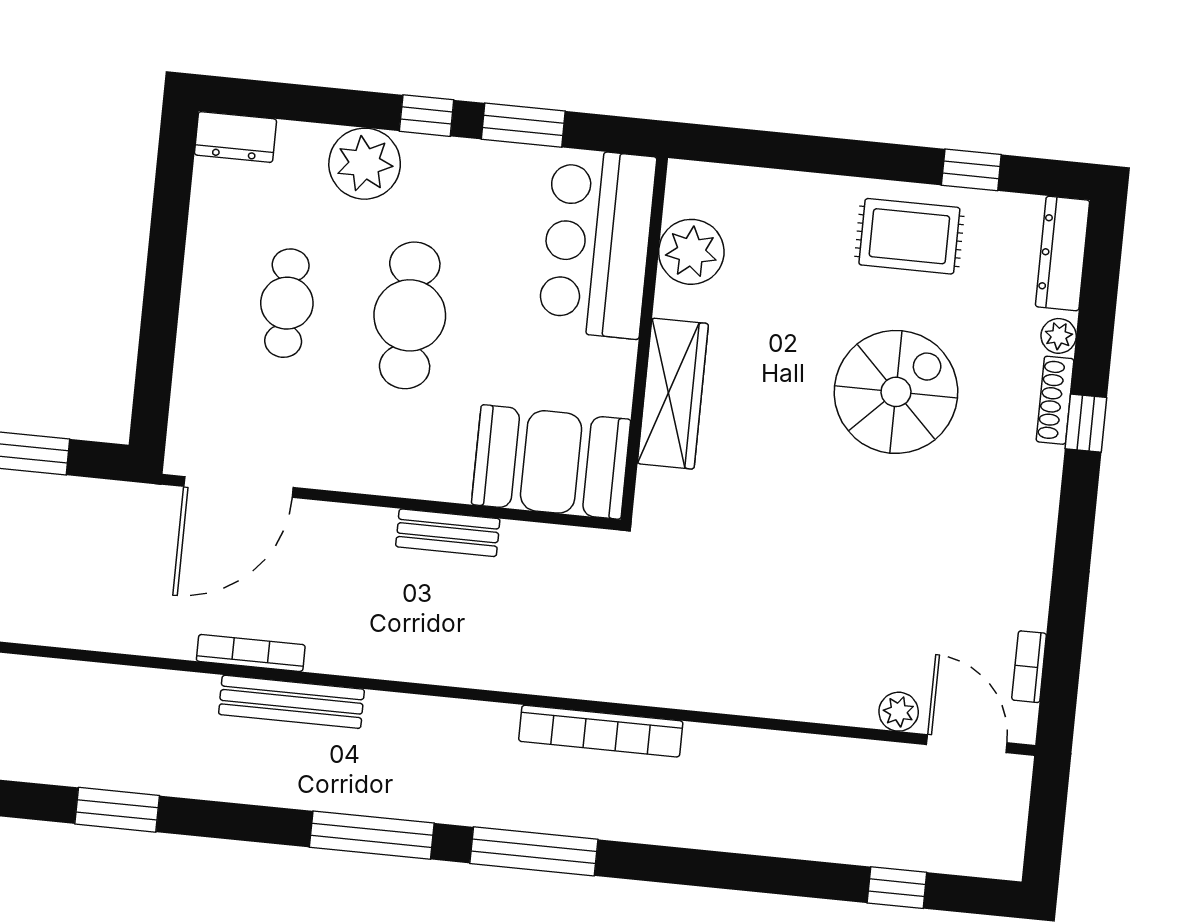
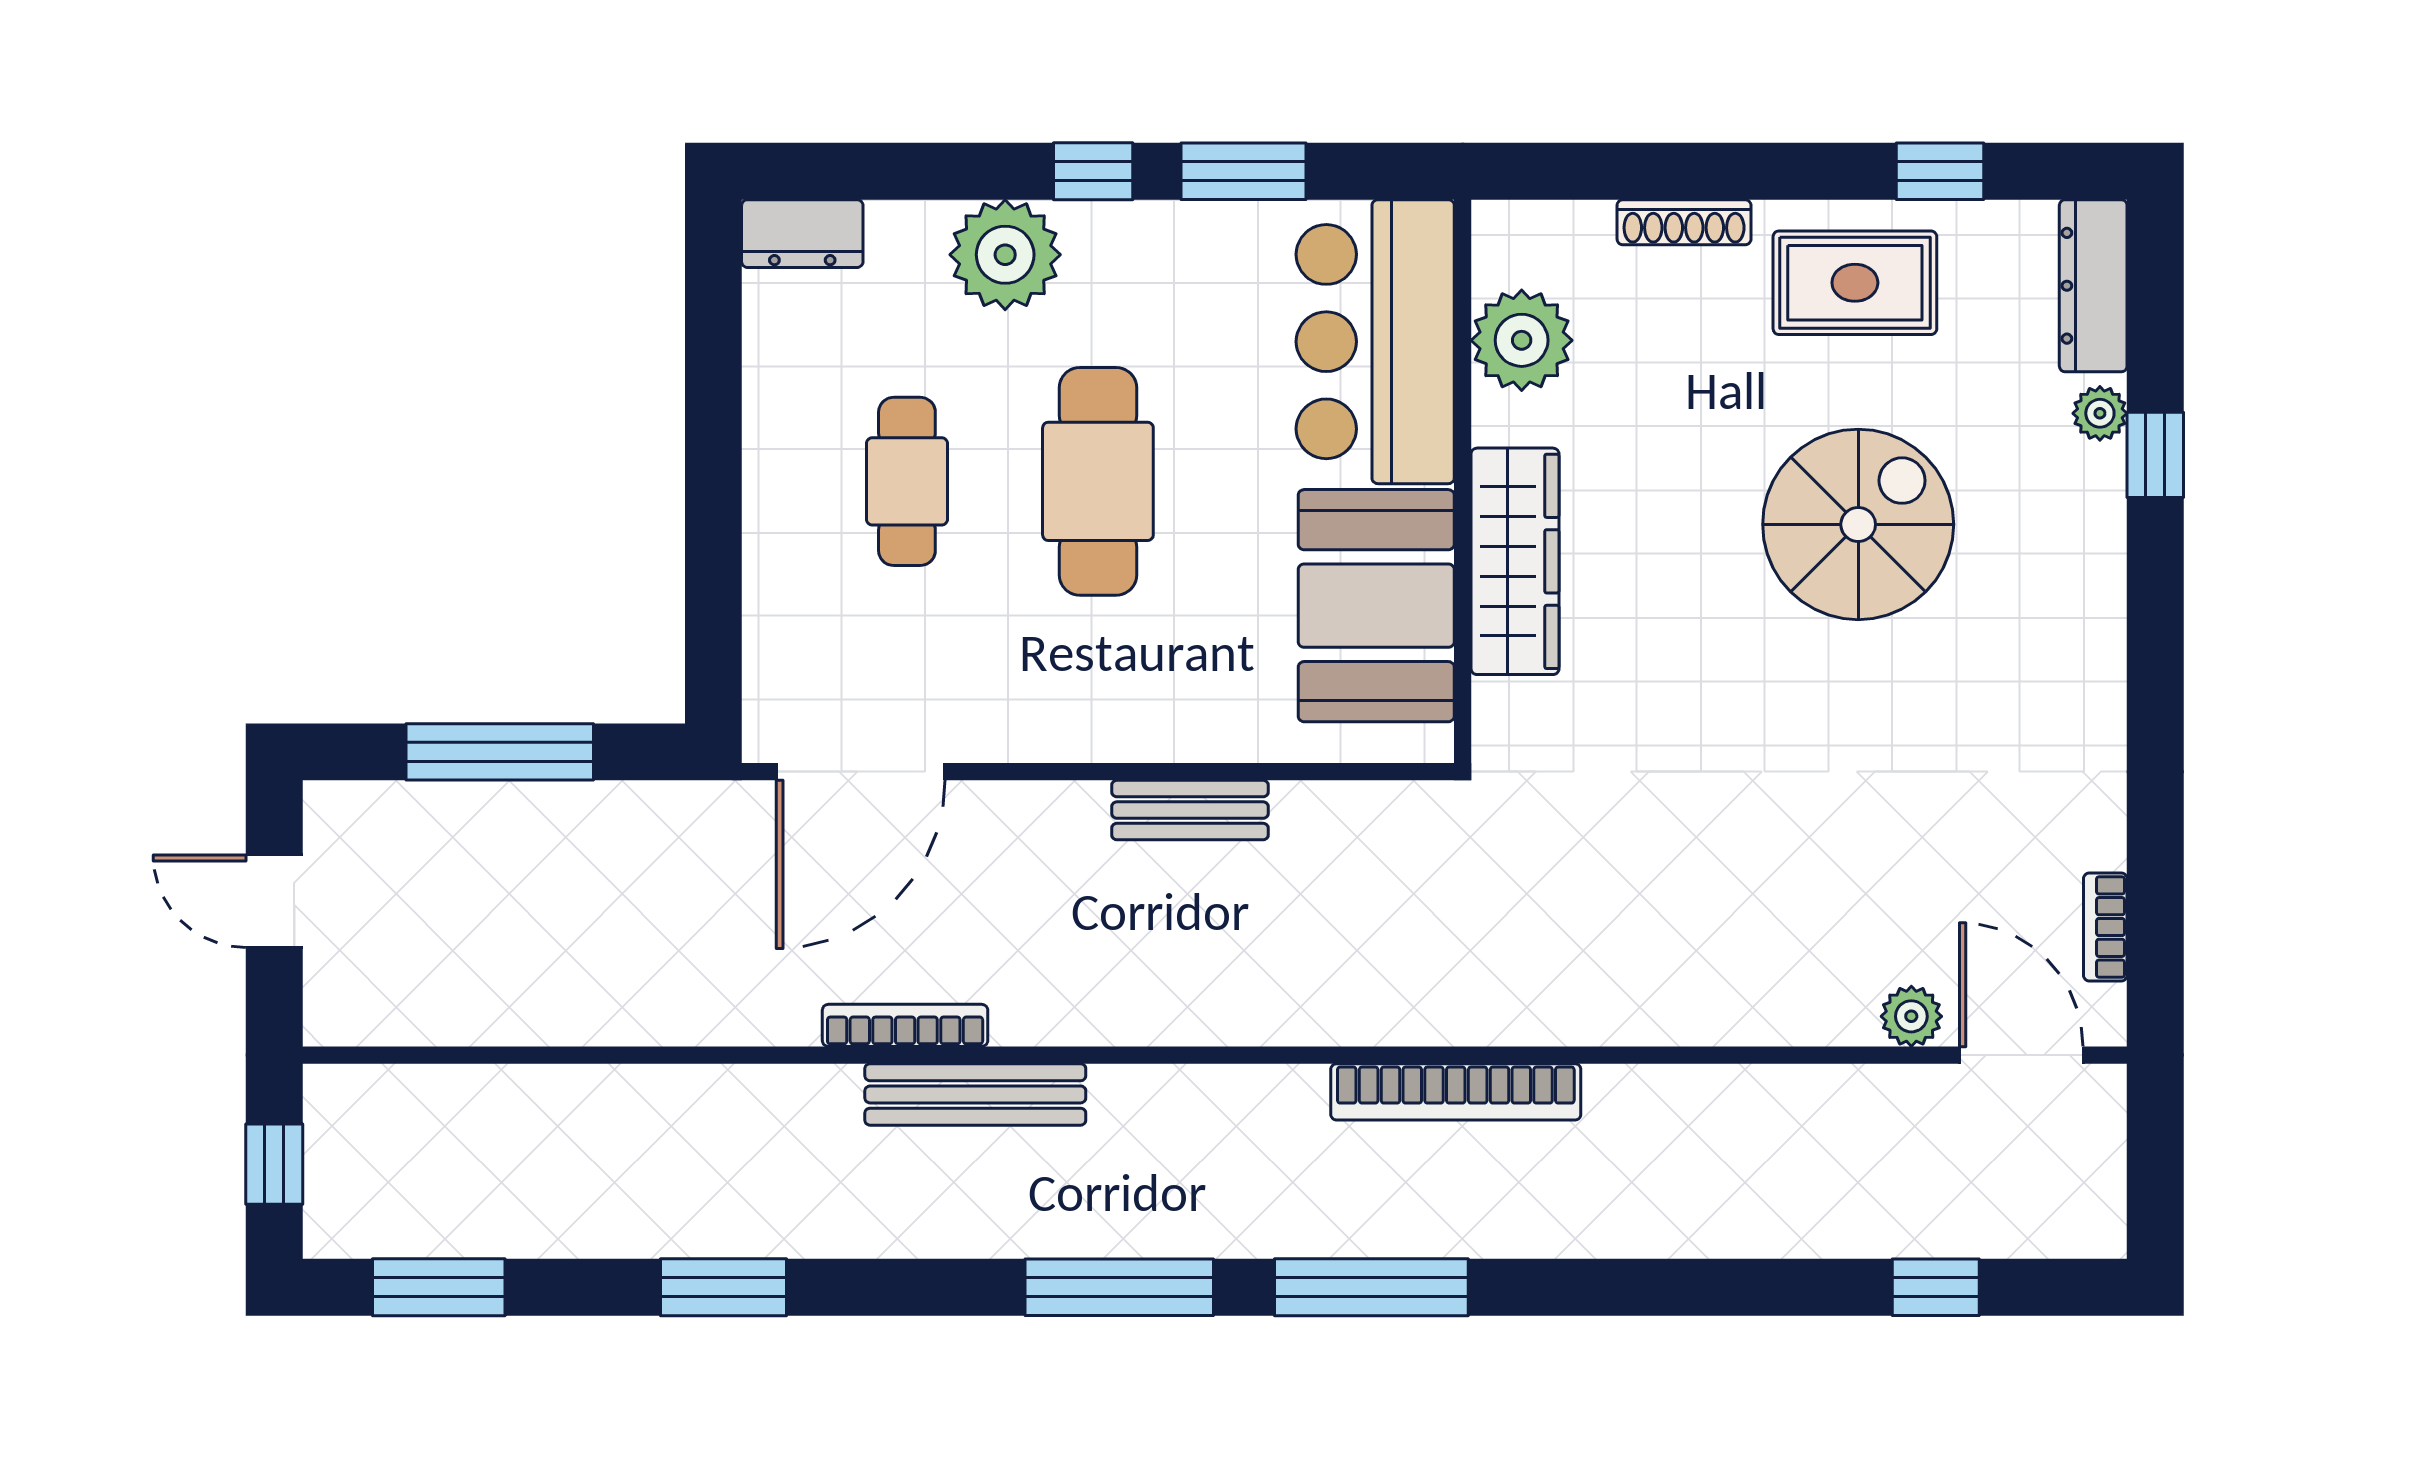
shoe rack: (1055, 400) -> (1684, 222), moved, turned -90
window: (1086, 423) -> (2155, 455), moved
booth: (551, 462) -> (1376, 606), moved, turned 90

